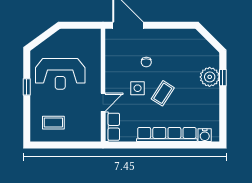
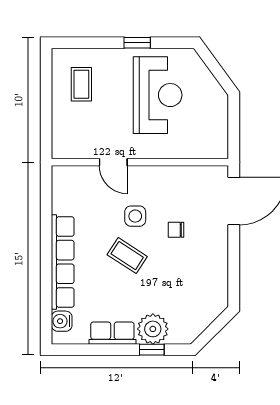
reception desk: (60, 74) -> (158, 95), turned 180
row of seats: (112, 127) -> (112, 333), moved, turned 180

